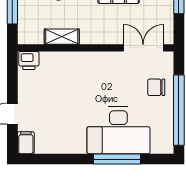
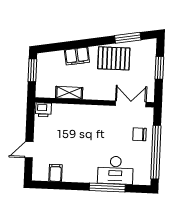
desk: (118, 130) -> (115, 170), width x0.73, depth x0.77
filing cabinet: (26, 143) -> (56, 173), moved

